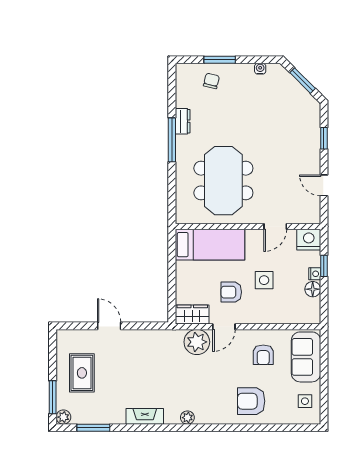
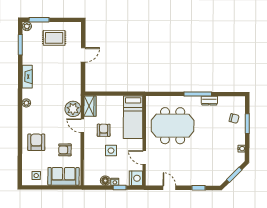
door: (324, 185) -> (169, 188), hinge flipped

